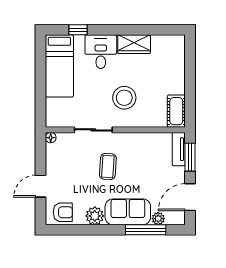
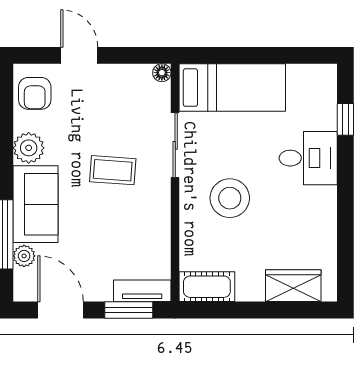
wardrobe: (134, 44) -> (293, 286), moved, turned 90
bed: (59, 66) -> (232, 88), moved, turned 180

